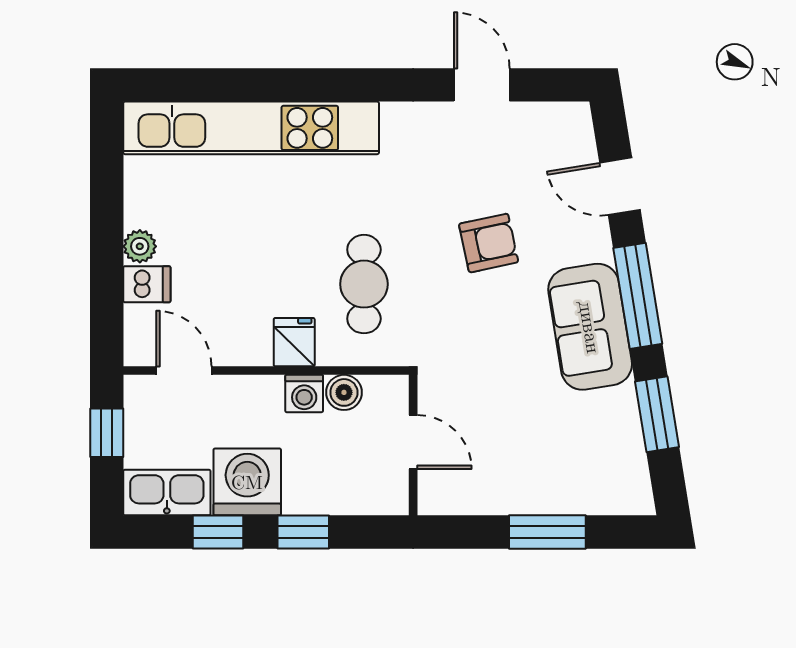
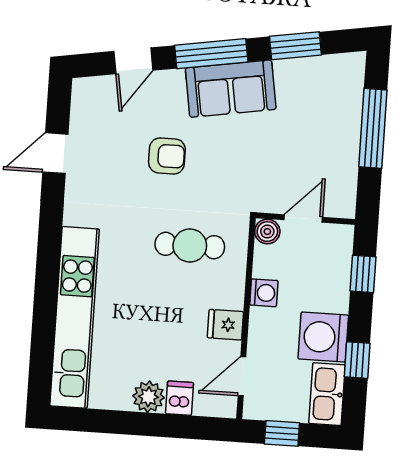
armchair: (489, 243) -> (167, 156), turned 102
plant: (140, 246) -> (148, 397), width x1.38, depth x1.38
fridge: (294, 342) -> (225, 325), moved
boiler: (344, 392) -> (267, 232), moved
window: (303, 532) -> (363, 274), moved
window: (547, 532) -> (373, 128), width x1.44

